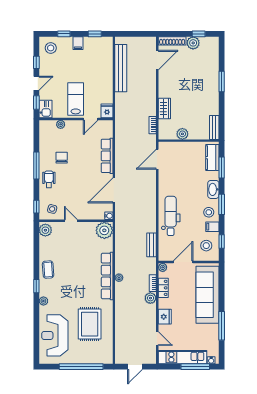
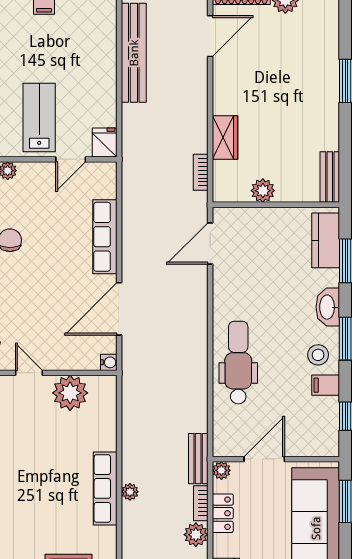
plant: (104, 230) -> (70, 393), moved
bench: (152, 245) -> (198, 459), moved
stool: (206, 246) -> (313, 425), removed
row of seats: (107, 276) -> (105, 488), width x0.73
window: (222, 282) -> (345, 501), added

